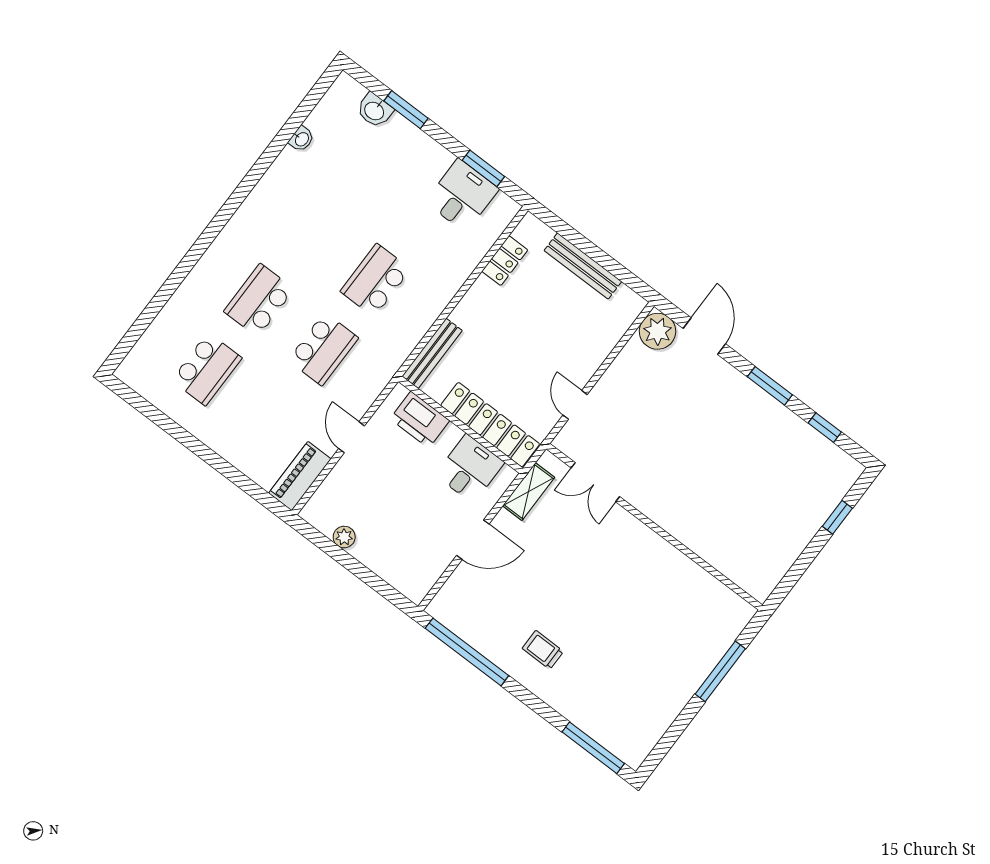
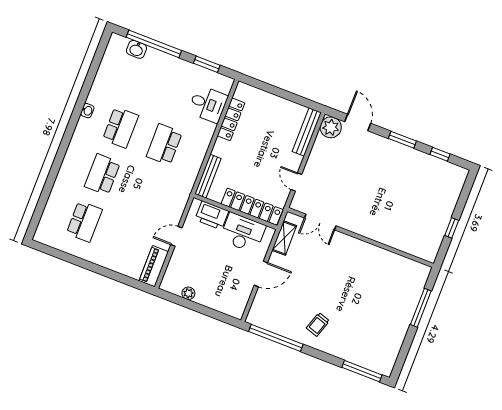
window: (406, 110) -> (154, 44), width x2.11
washbasin: (301, 139) -> (87, 111), moved
desk: (462, 195) -> (208, 104), moved, turned 90
locker: (505, 261) -> (231, 119), width x1.53
bench: (583, 266) -> (307, 132), moved, turned 90
school desk: (323, 349) -> (121, 127), moved
door: (352, 437) -> (176, 236), hinge flipped
desk: (470, 469) -> (243, 233), width x1.37
window: (837, 517) -> (452, 228), moved
trolley: (543, 650) -> (318, 324), turned -72

